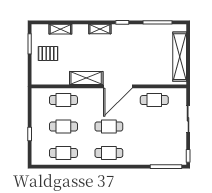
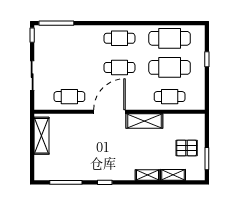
shelving: (100, 29) -> (147, 175), moved
shelving: (180, 57) -> (42, 136), width x0.68
cafe table: (63, 127) -> (170, 67), width x1.37, depth x1.35
cafe table: (63, 153) -> (170, 38), width x1.37, depth x1.35

